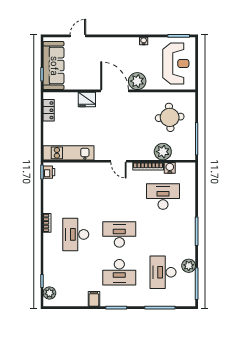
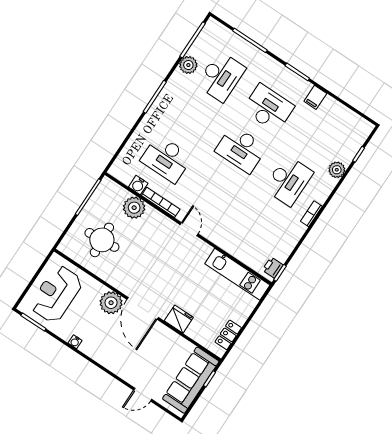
plant: (49, 293) -> (337, 170), moved

